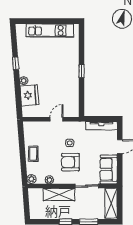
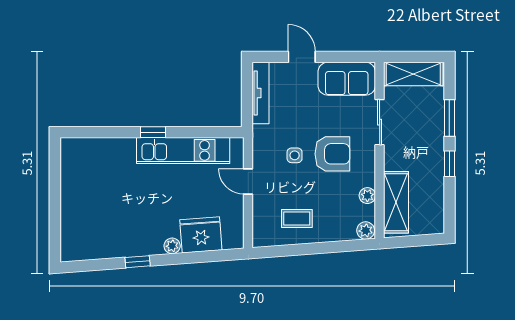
kitchen unit: (50, 30) -> (183, 150), moved, turned 90
coffee table: (33, 154) -> (297, 219), moved
armchair: (70, 162) -> (332, 154), turned -90
shelving: (59, 195) -> (396, 202), moved

